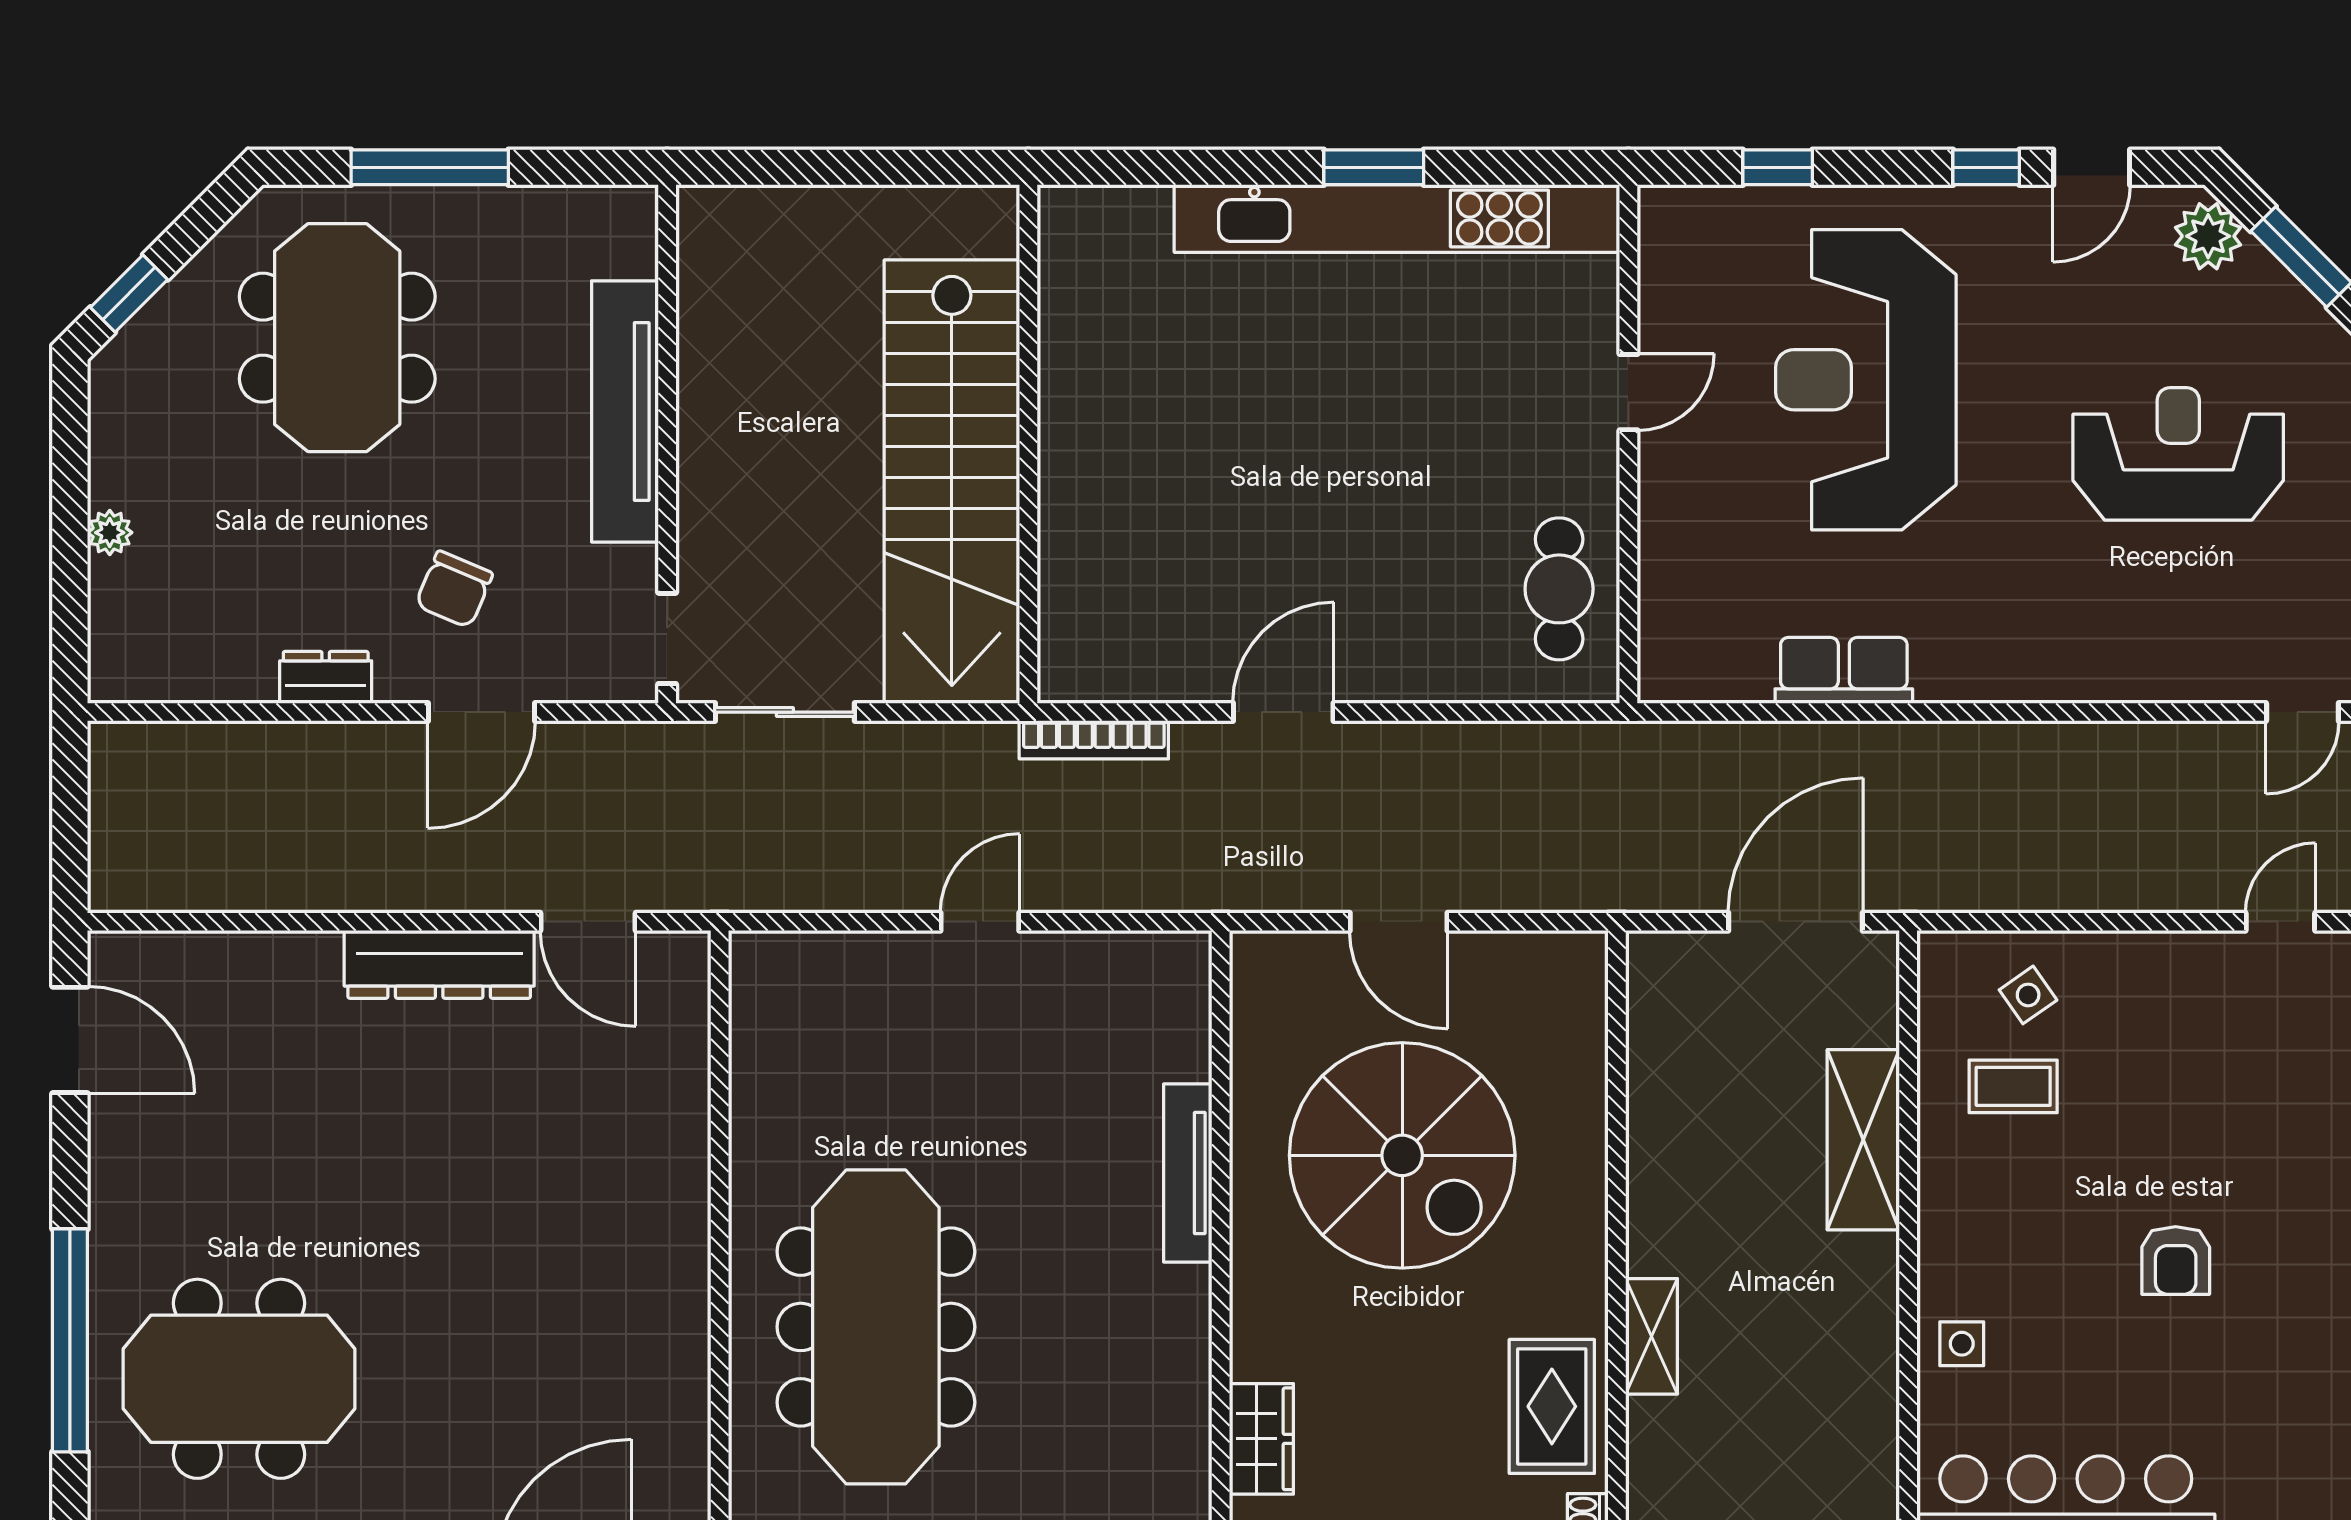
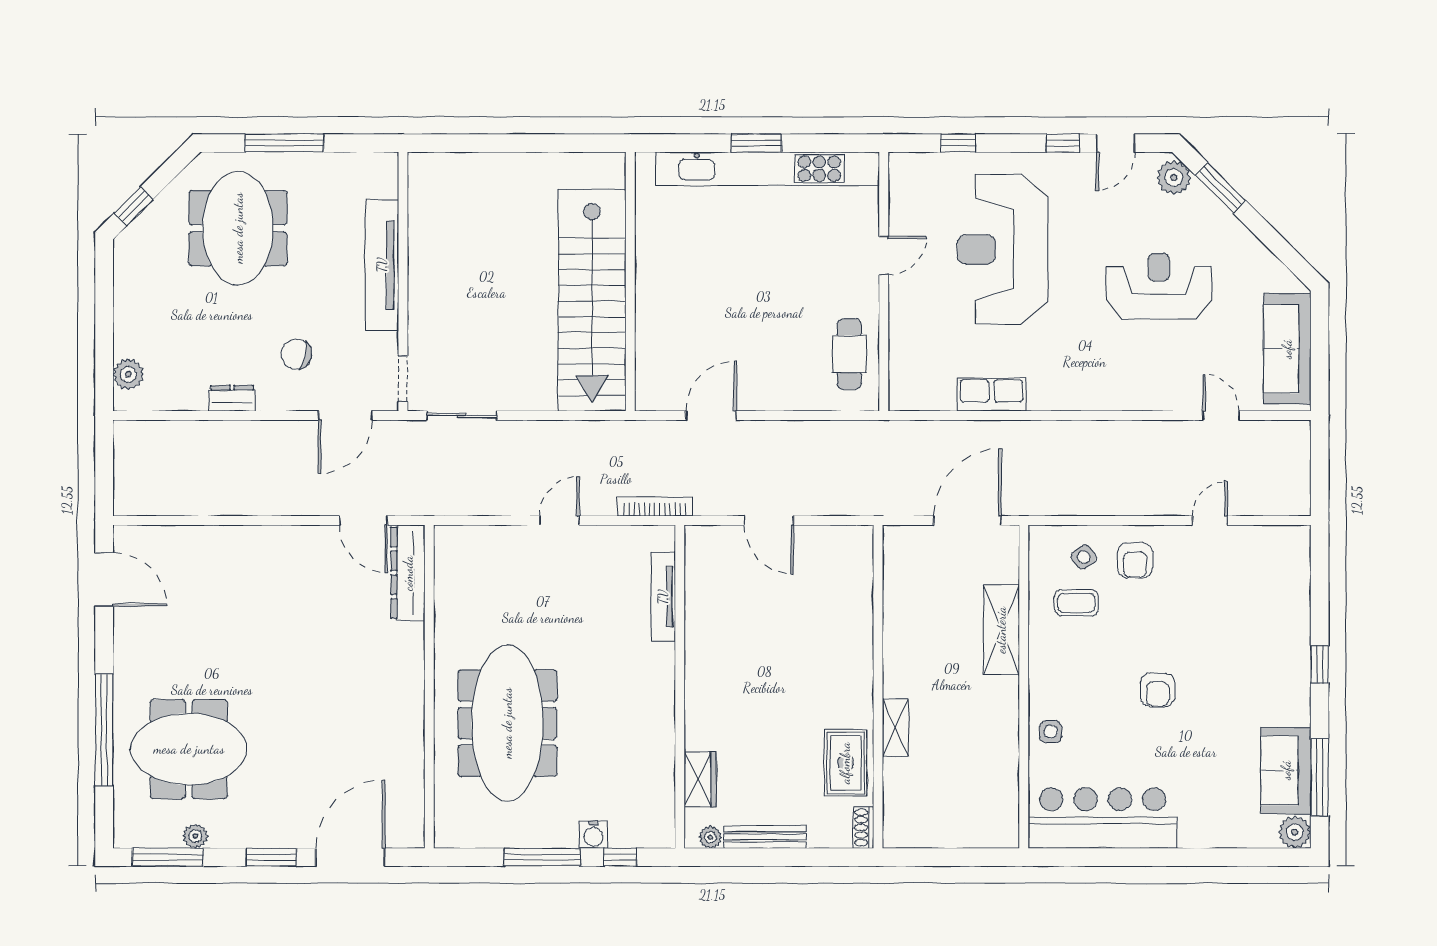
wall: (1028, 444) -> (630, 281), moved
stairs: (952, 482) -> (592, 300), moved
plant: (110, 533) -> (128, 374), moved, width x1.38, depth x1.38
chair: (454, 589) -> (296, 354), turned 81
door: (482, 712) -> (345, 416), moved
door: (2302, 712) -> (1221, 416), swing flipped
bookcase: (1094, 740) -> (655, 507), moved, turned 180
dresser: (439, 964) -> (408, 573), moved, turned 90
armchair: (2131, 1002) -> (1135, 560), added
spiral stairs: (1402, 1155) -> (771, 637), removed
tv unit: (1188, 1173) -> (663, 597), moved

